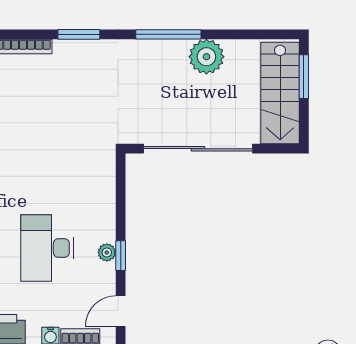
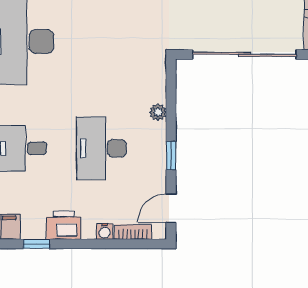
plant: (107, 252) -> (158, 112), moved

